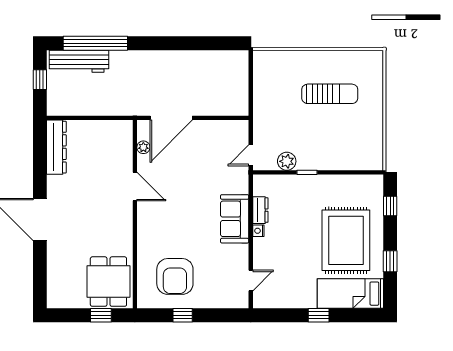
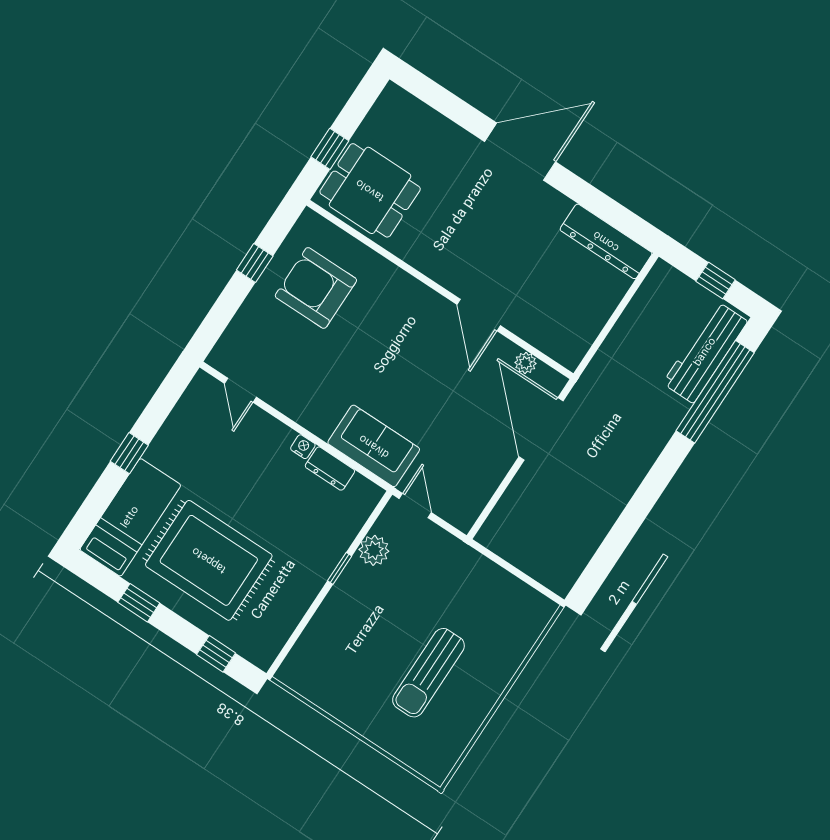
door: (135, 186) -> (479, 315), hinge flipped
sofa: (235, 219) -> (374, 446), moved

